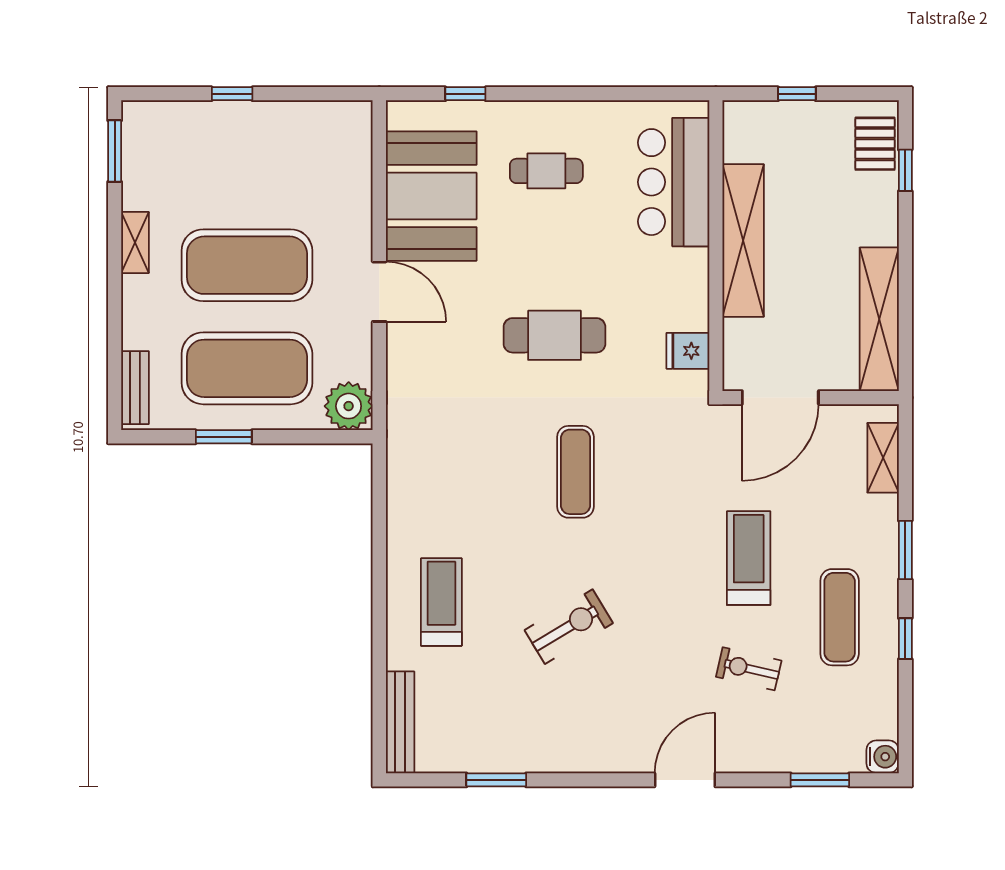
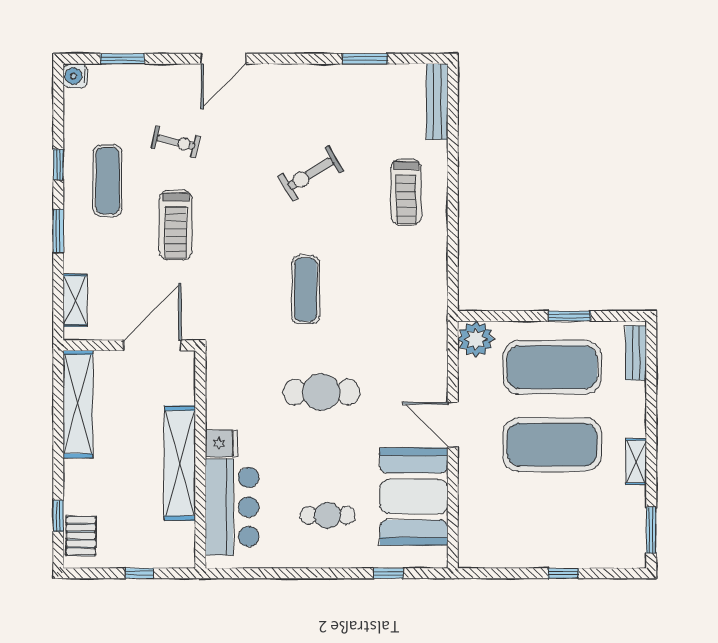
fridge: (688, 351) -> (221, 443), moved

